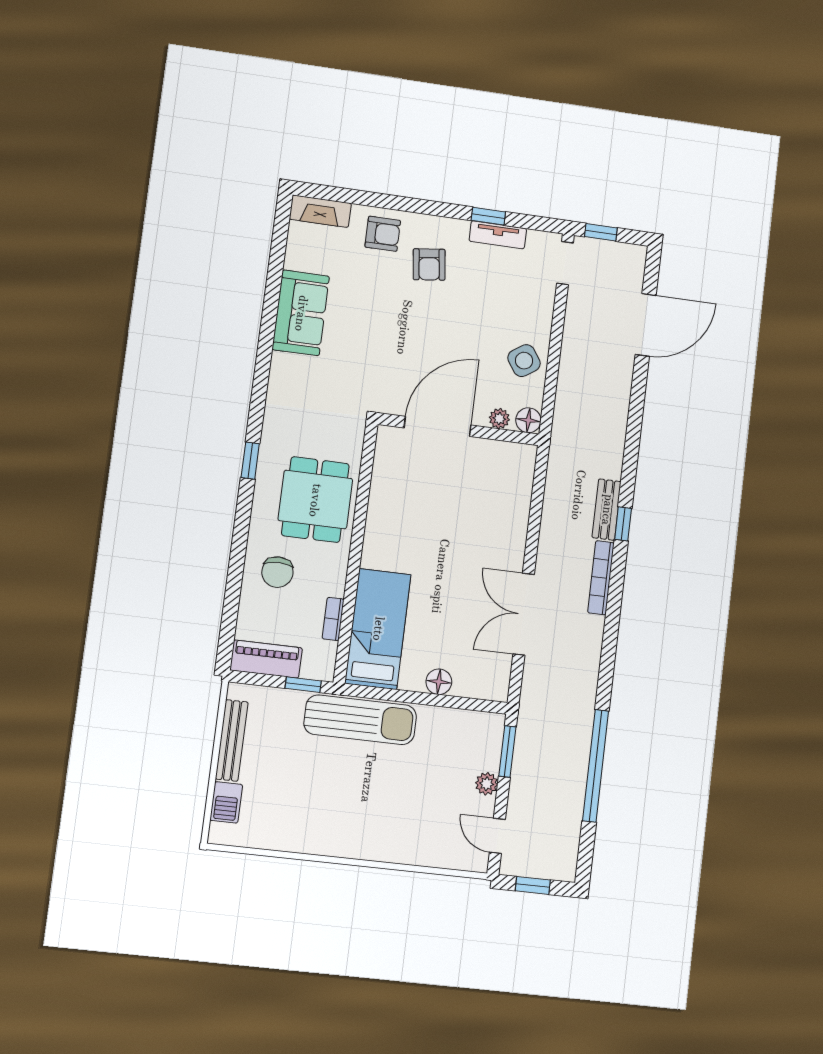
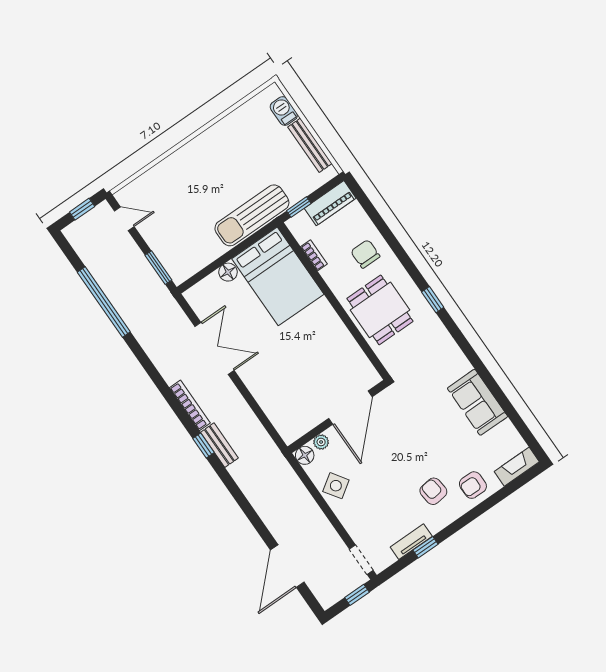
bed: (378, 629) -> (278, 276), width x1.50
plant: (487, 784) -> (154, 241), removed

